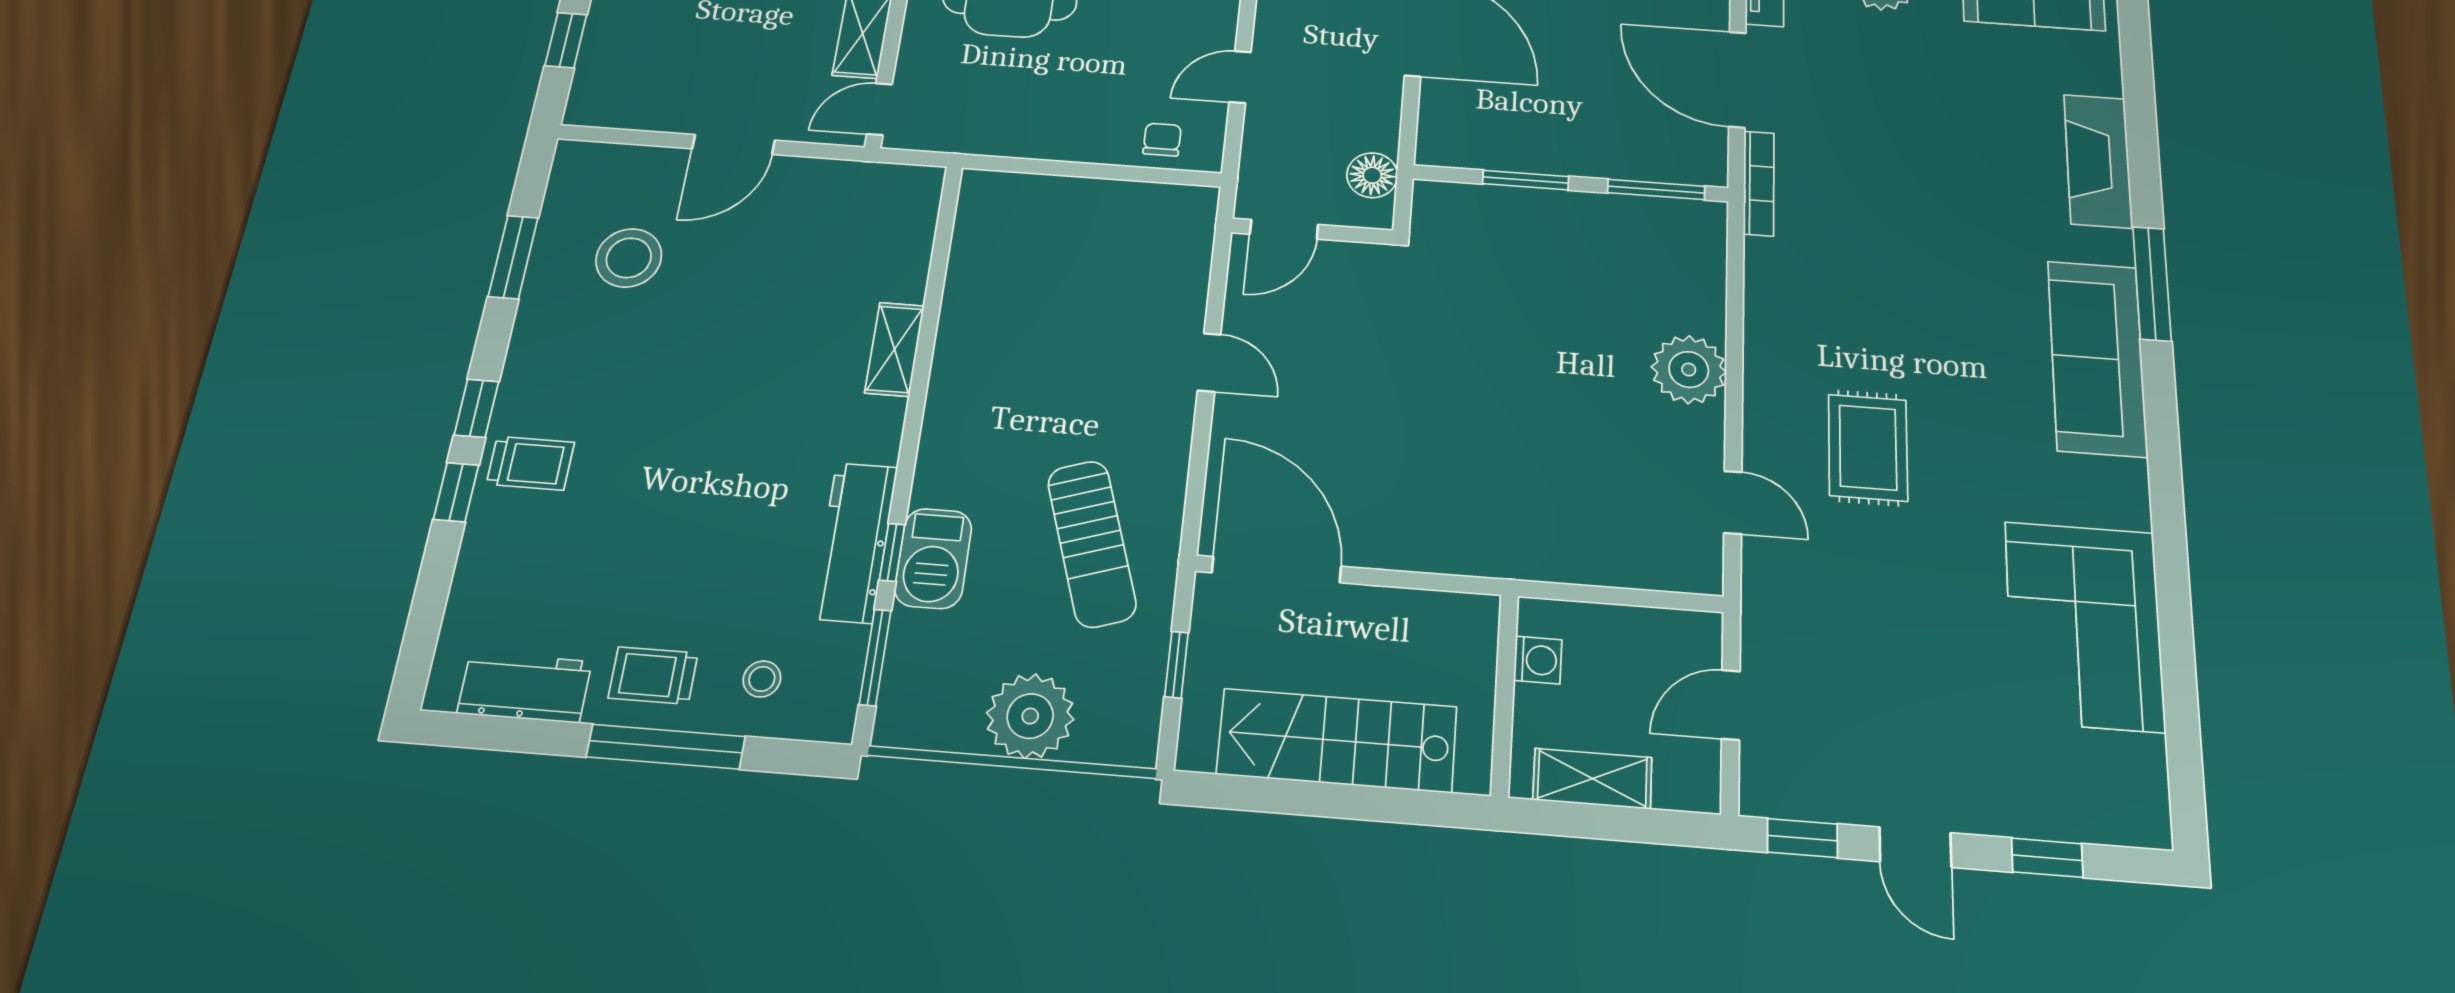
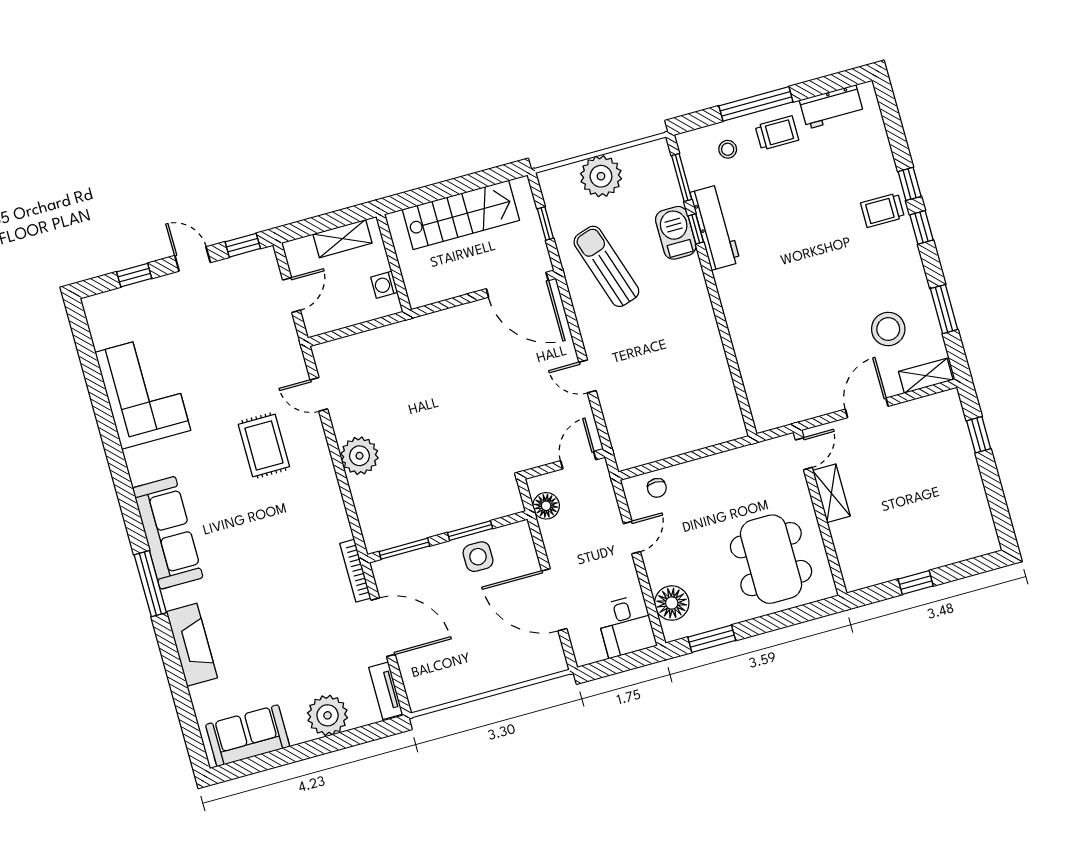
side table: (1526, 135) -> (478, 557), added
shelving: (895, 349) -> (926, 376), moved, turned 90

